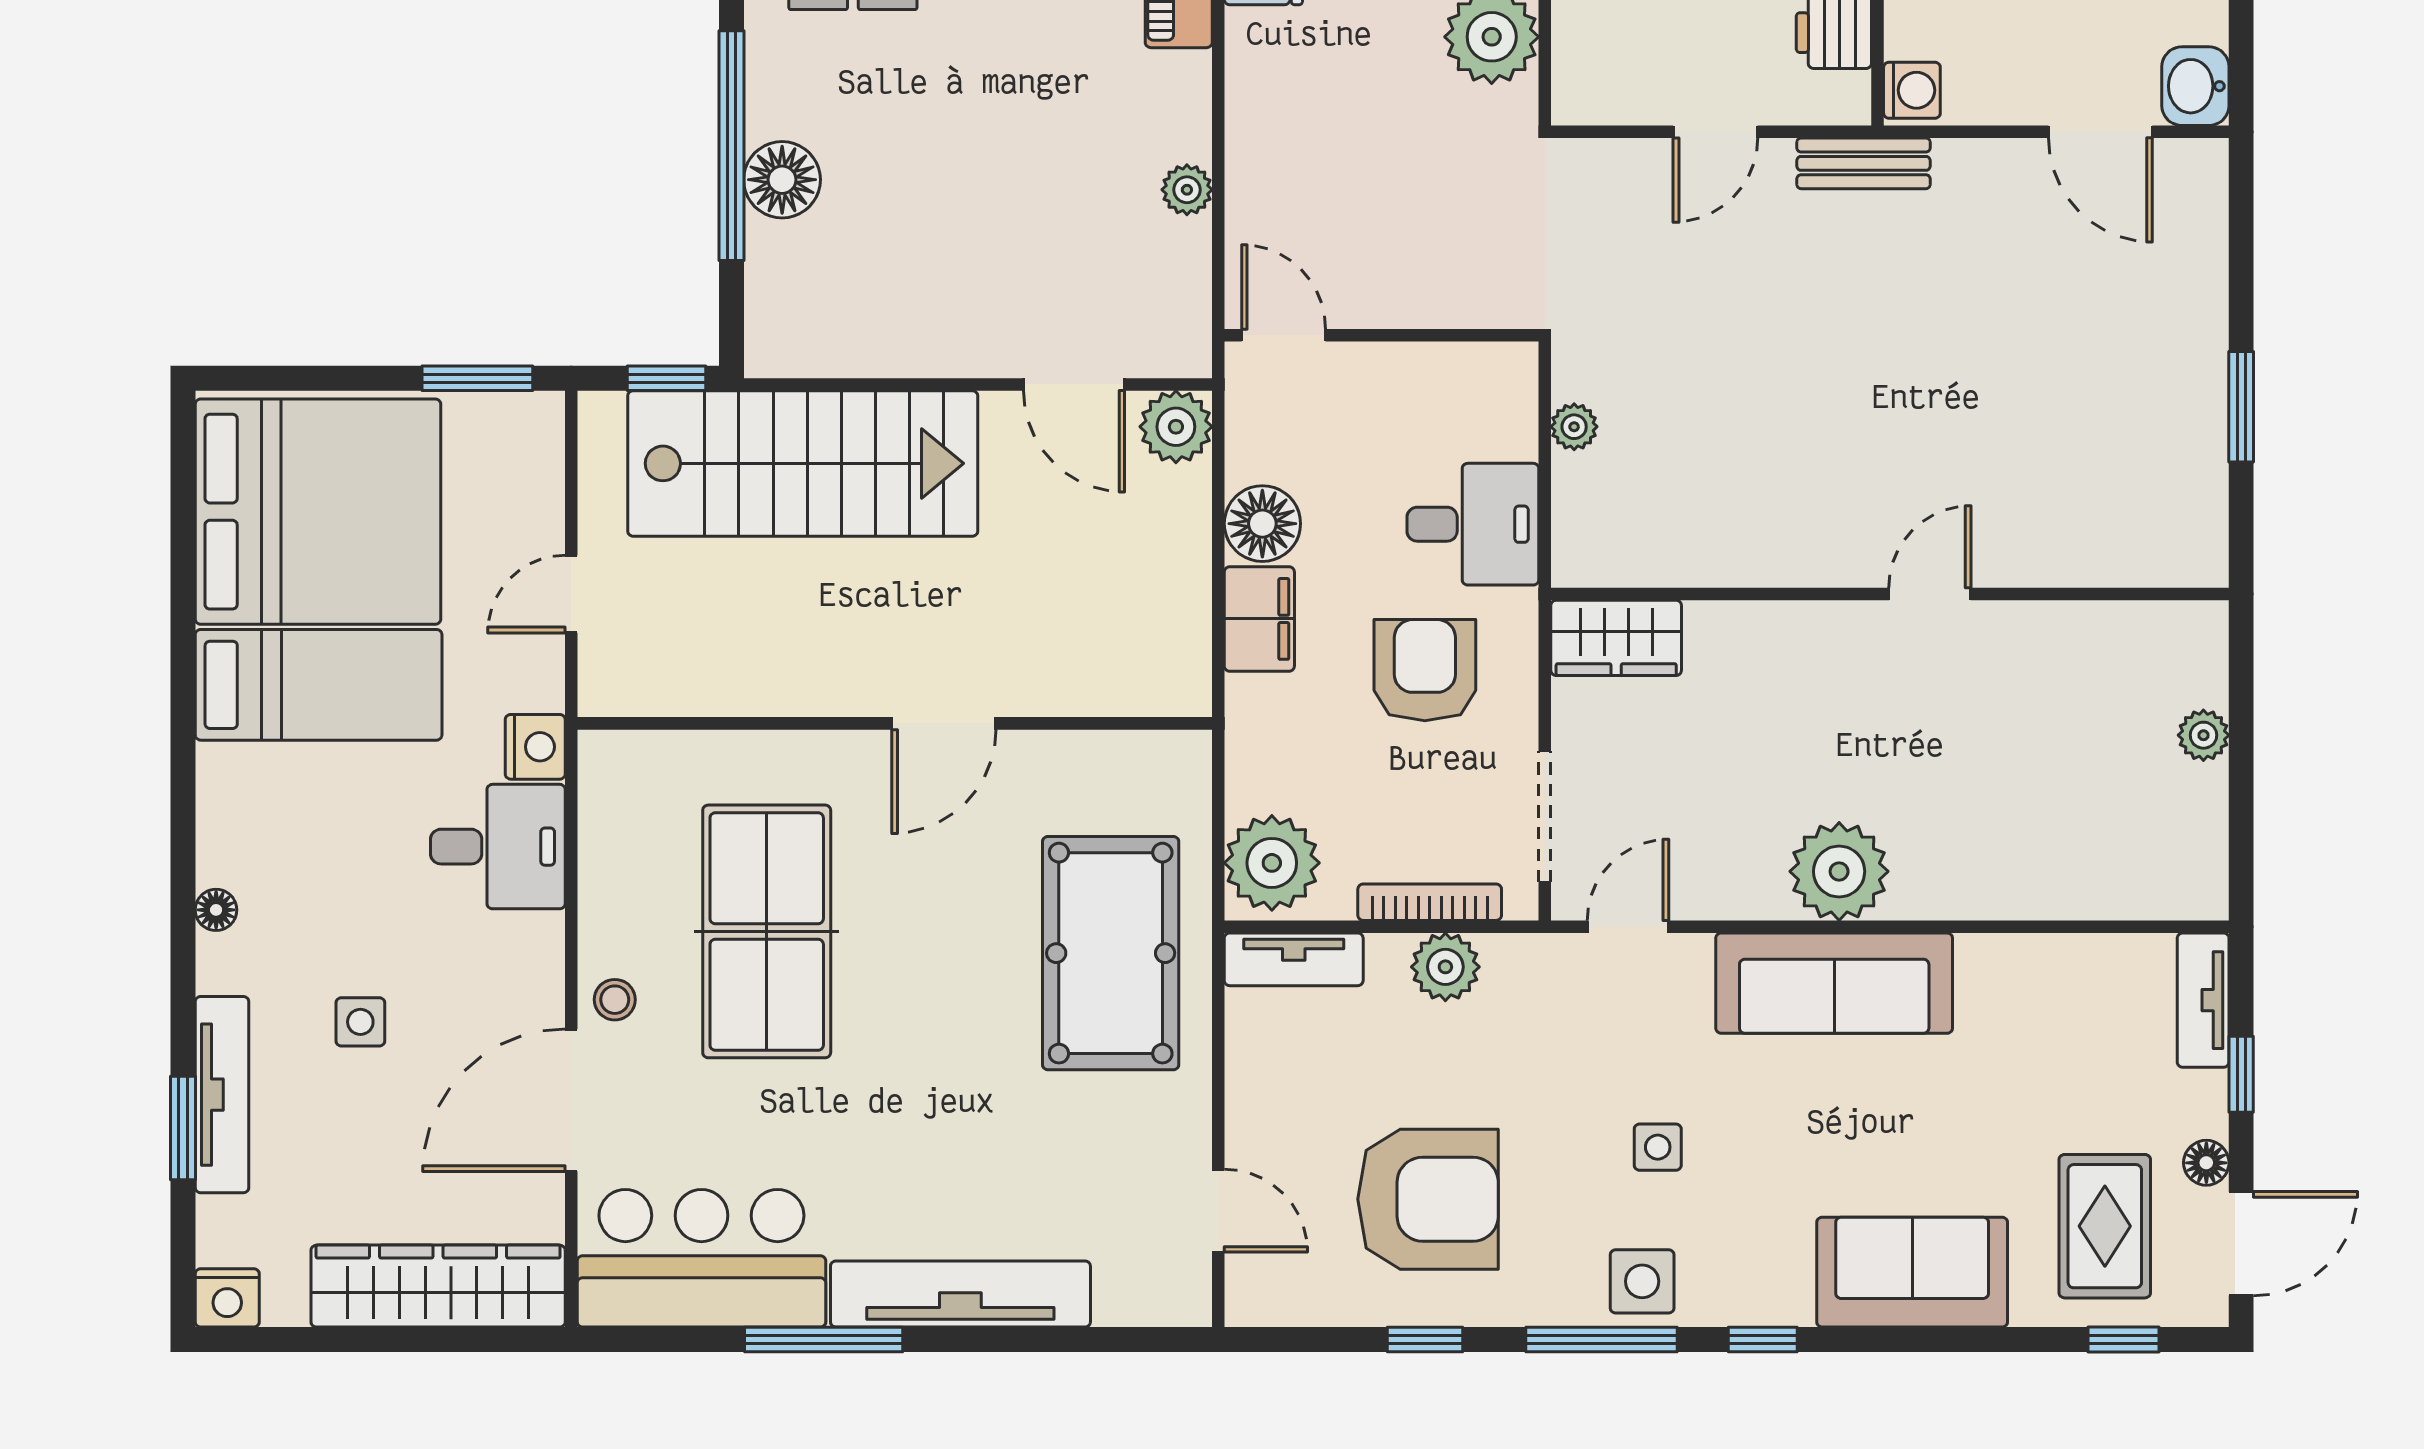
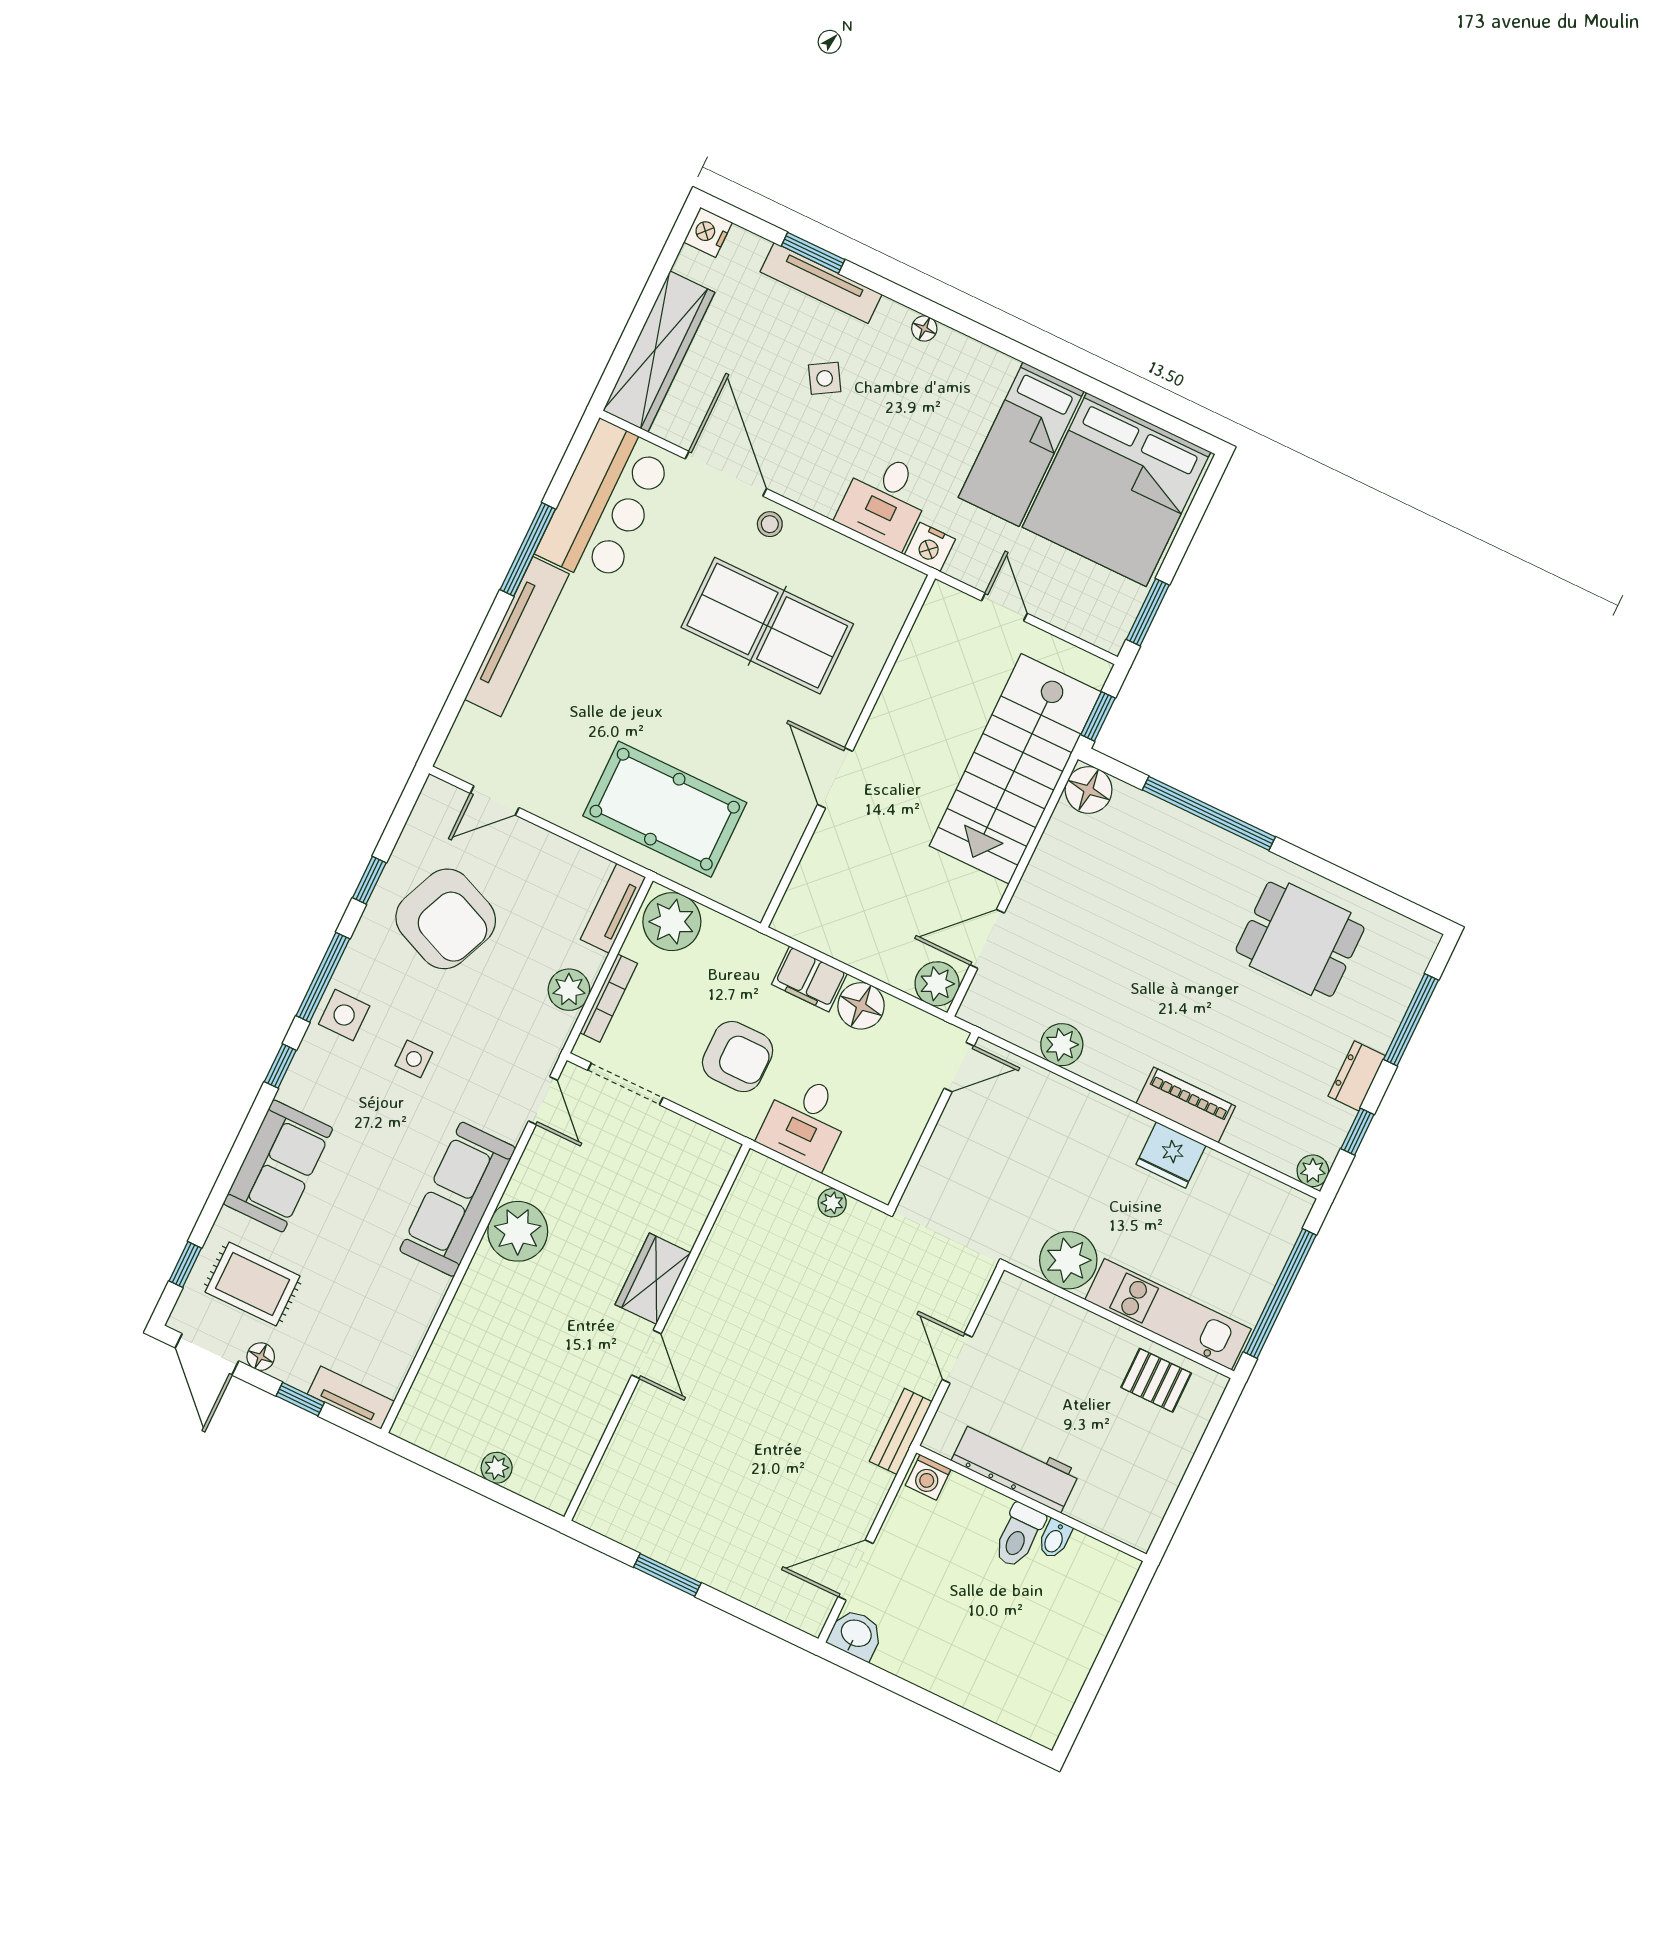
floor lamp: (782, 180) -> (1089, 790), moved
plant: (1187, 190) -> (1062, 1045), width x1.38, depth x1.38
wardrobe: (1616, 638) -> (653, 1279), moved
side table: (360, 1022) -> (825, 378), turned -31
armchair: (1428, 1199) -> (446, 919), turned -67

